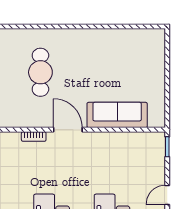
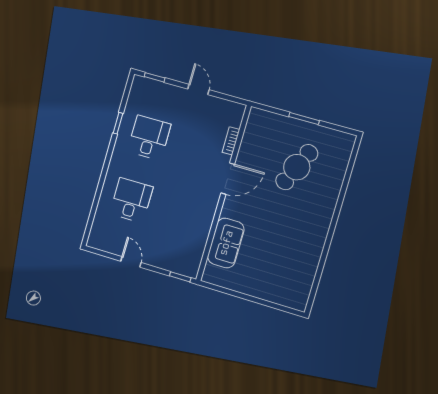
cafe table: (40, 72) -> (297, 167), turned -66
sofa: (117, 115) -> (226, 243), width x0.73

